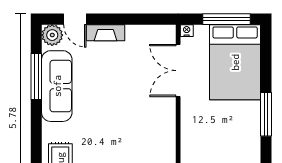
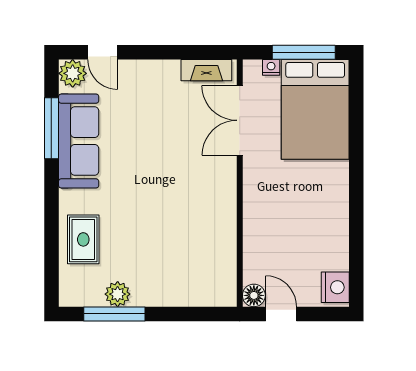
nightstand: (187, 31) -> (271, 67), moved
fireplace: (106, 33) -> (206, 70), moved
window: (266, 114) -> (356, 178), removed

